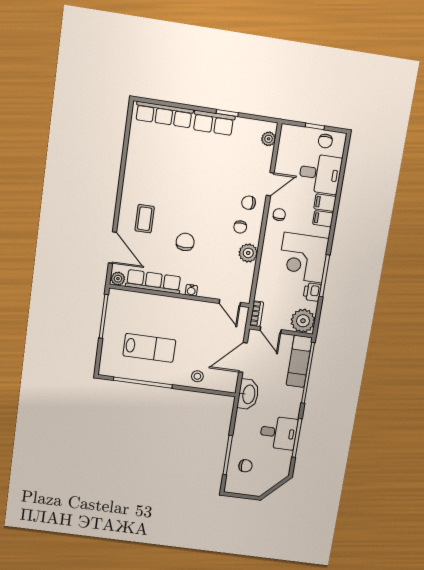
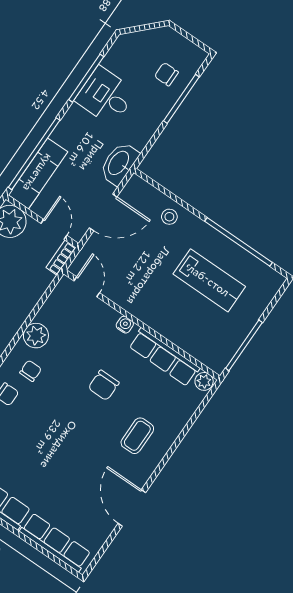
door: (112, 247) -> (132, 508), moved
lab bench: (149, 348) -> (209, 280), turned 180

